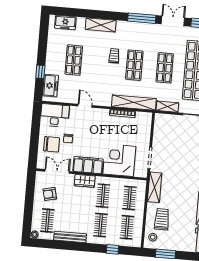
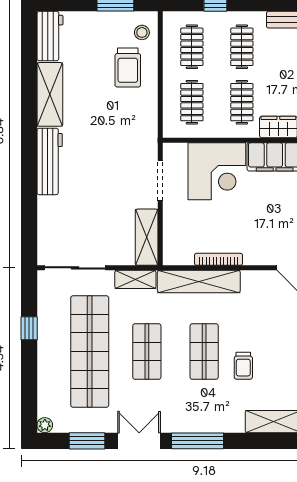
double door: (173, 21) -> (139, 441), swing flipped
shelving: (155, 187) -> (147, 237), moved

